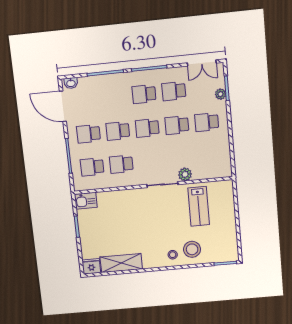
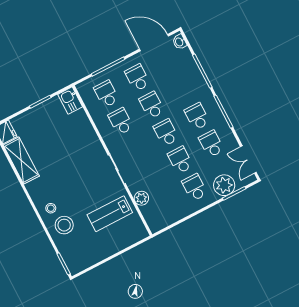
plant: (220, 94) -> (224, 185), width x1.88, depth x1.88
door: (63, 106) -> (154, 43), hinge flipped
plant: (185, 174) -> (141, 198), moved

